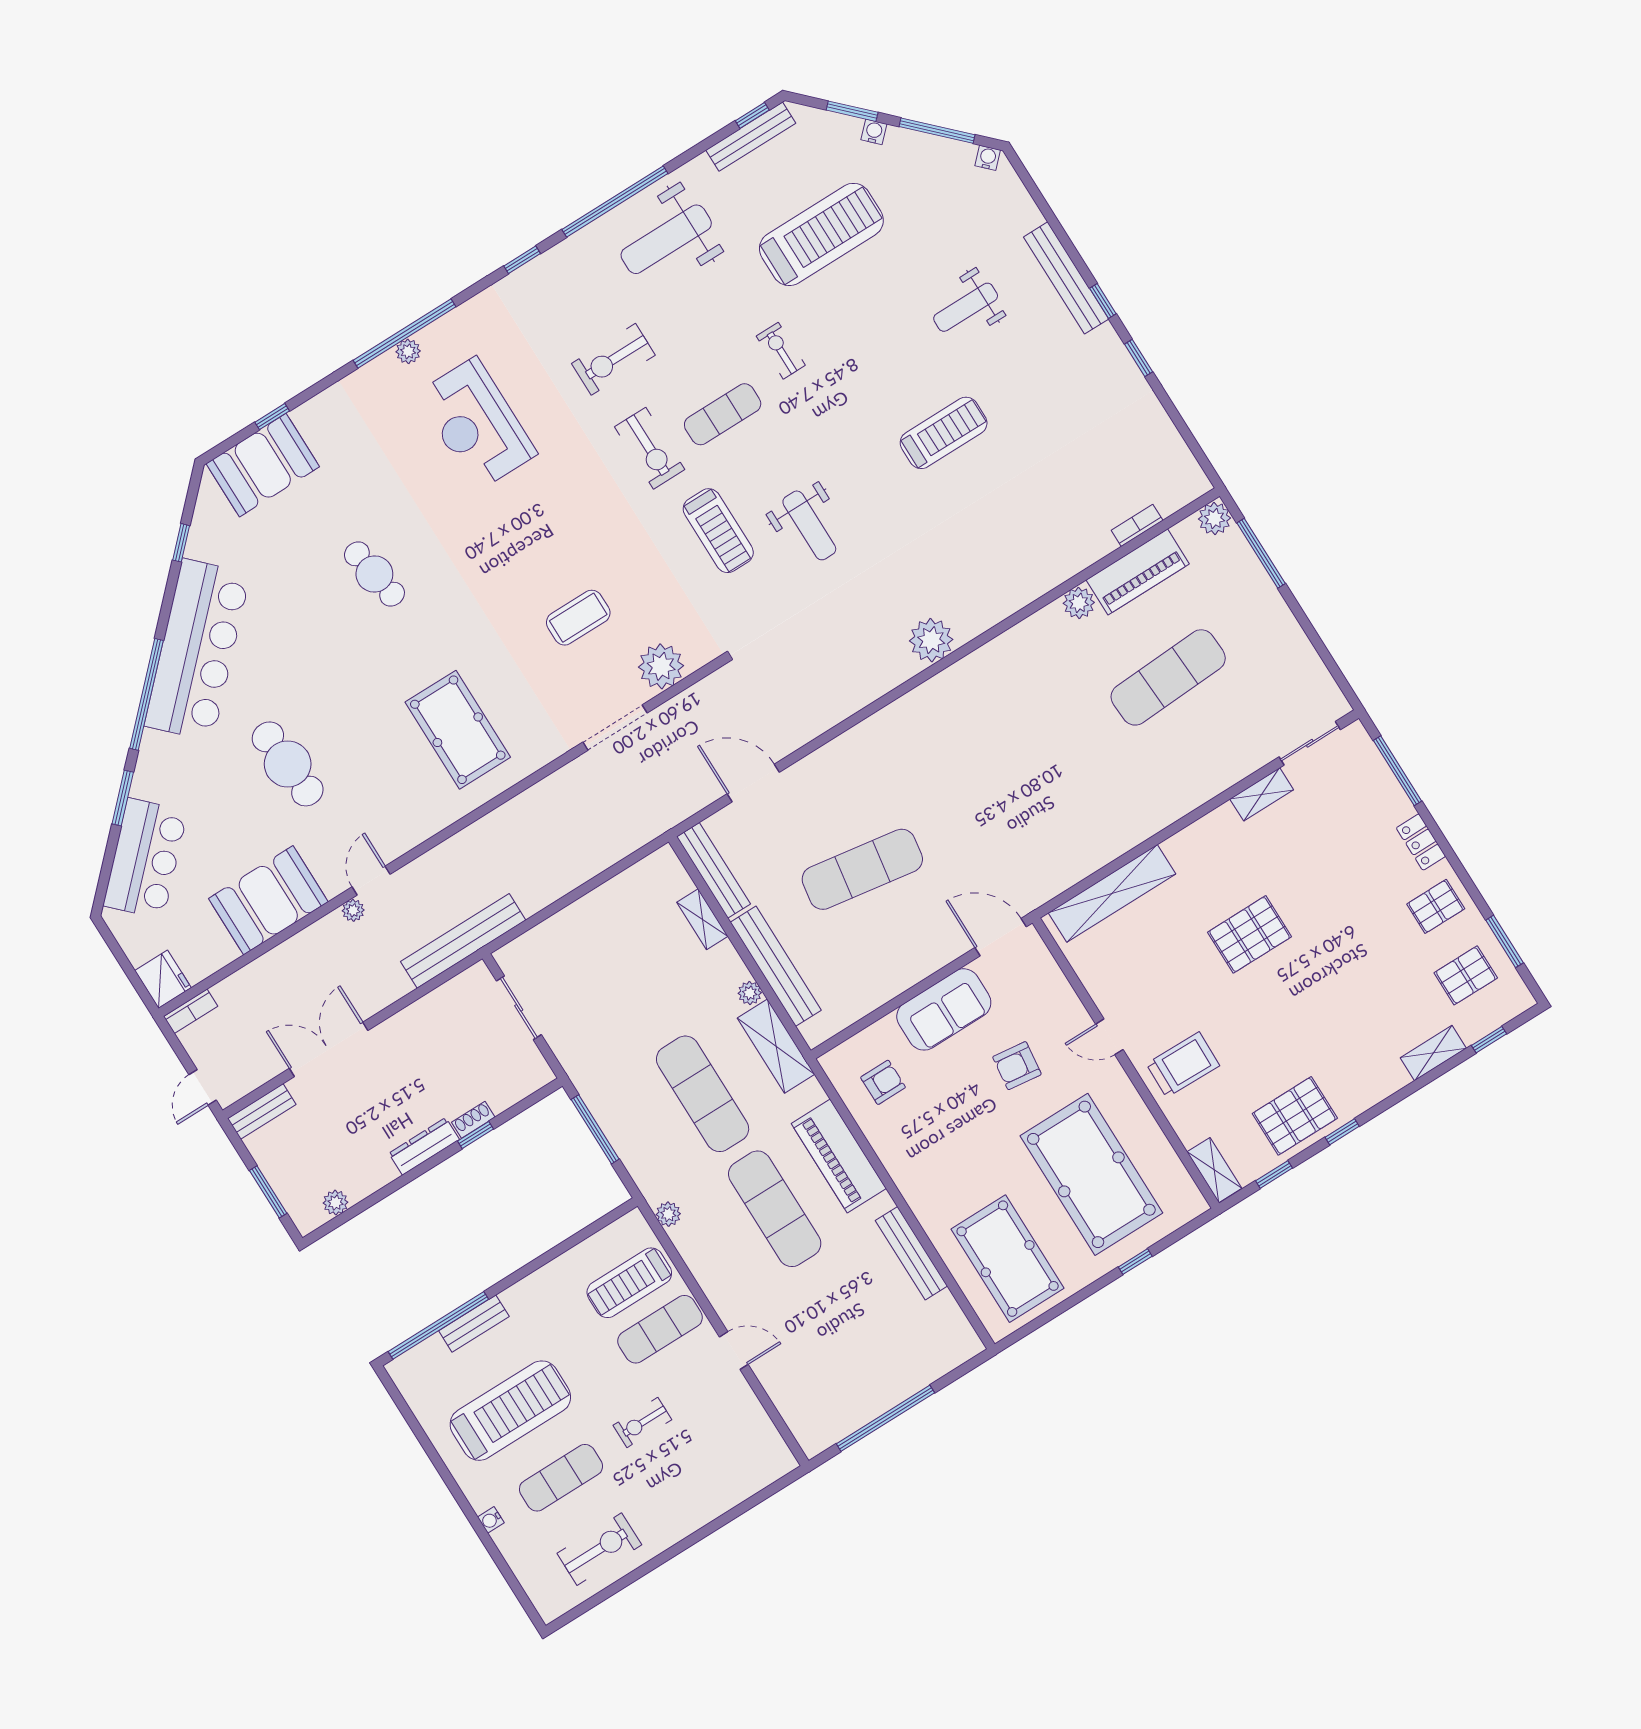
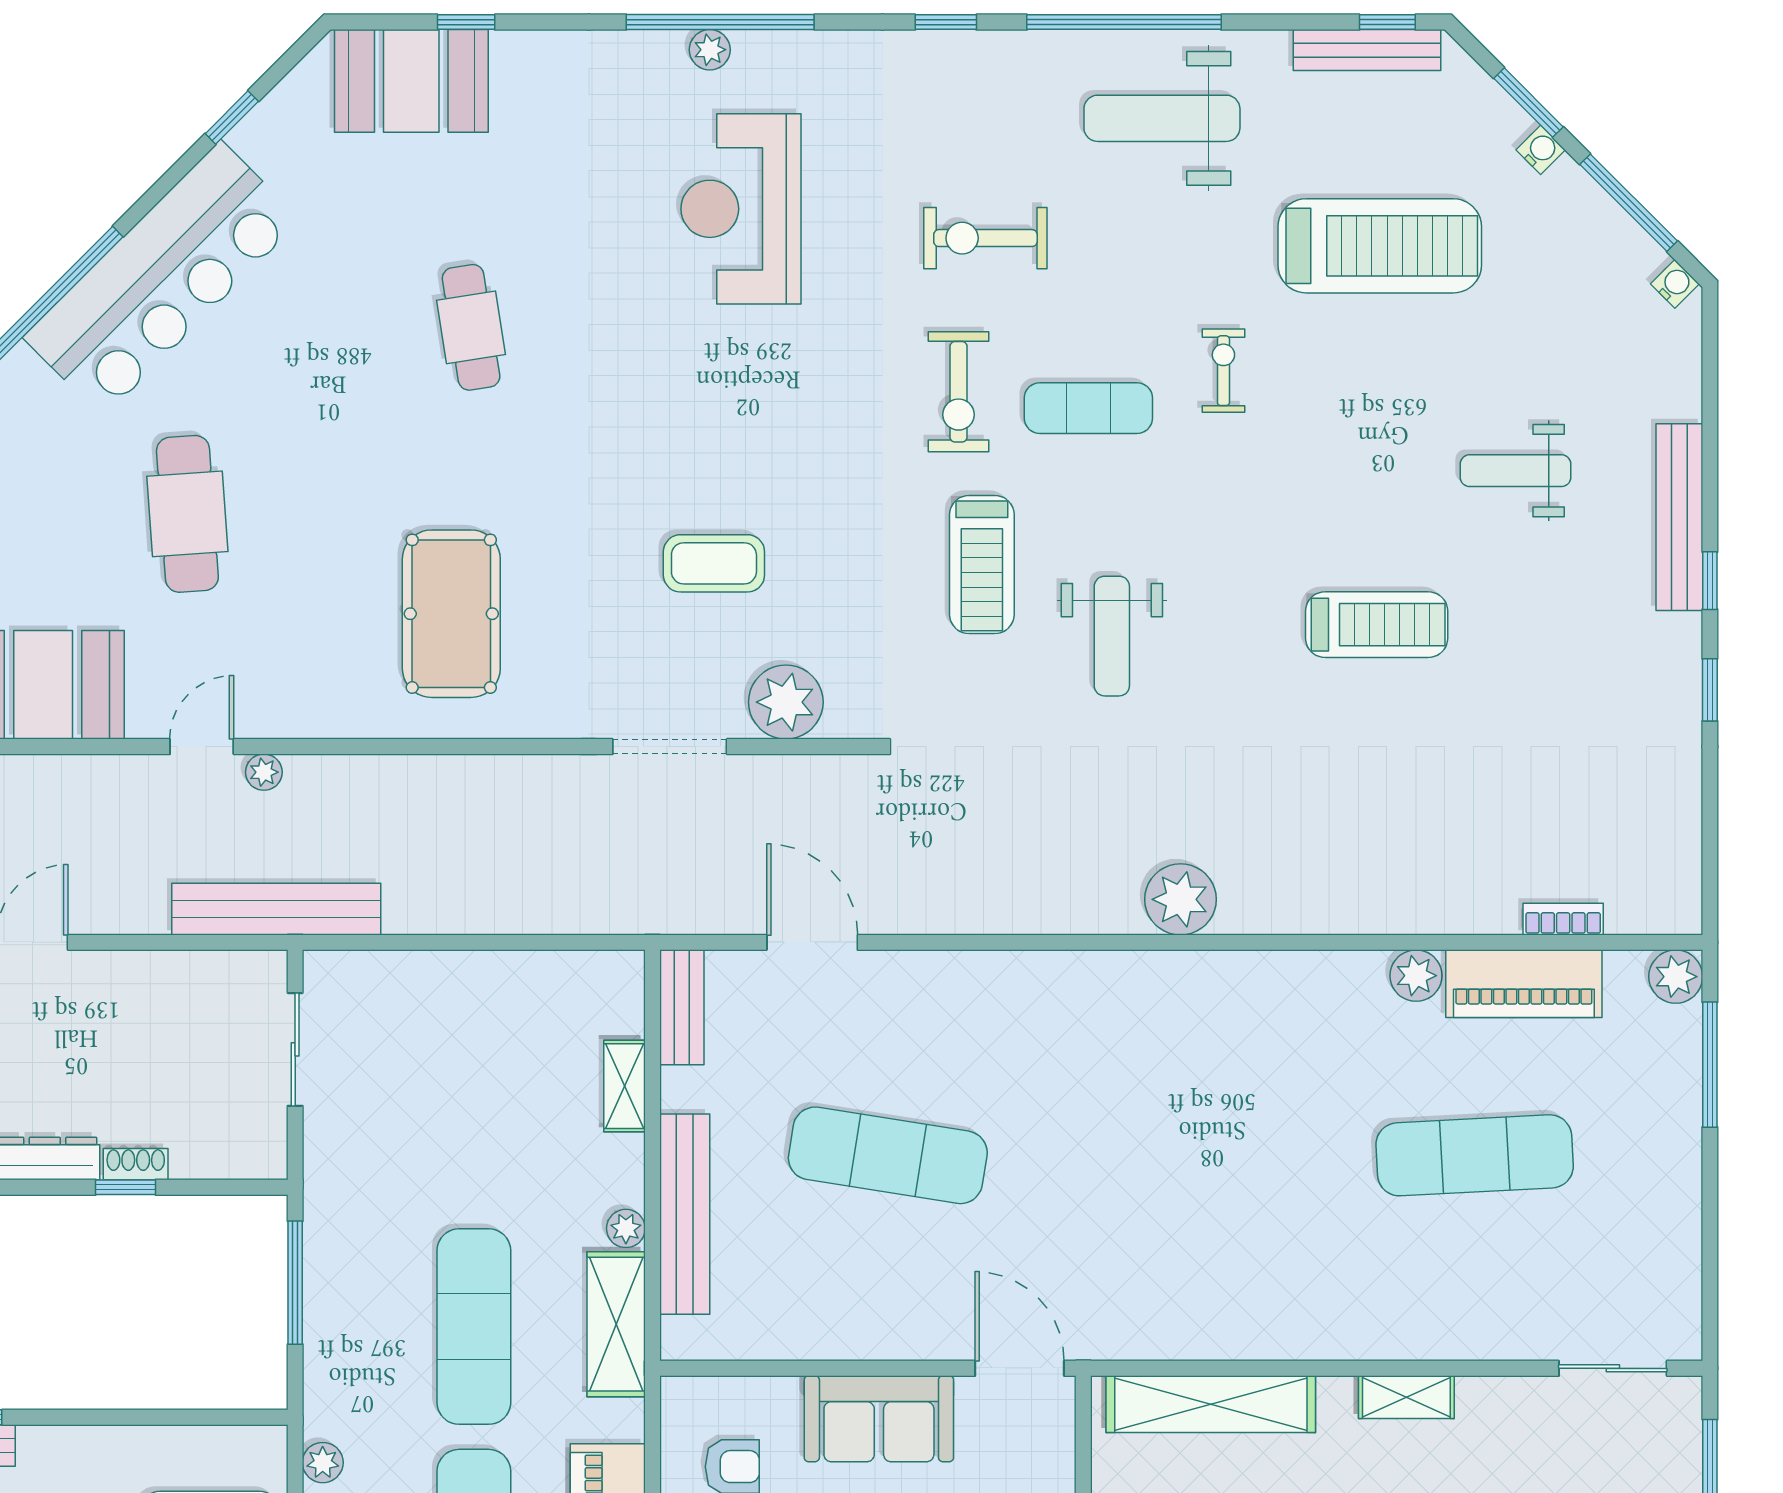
shelving: (1262, 794) -> (1406, 1397), moved
bench: (713, 870) -> (682, 1007), width x0.73
plant: (353, 910) -> (264, 772), moved

